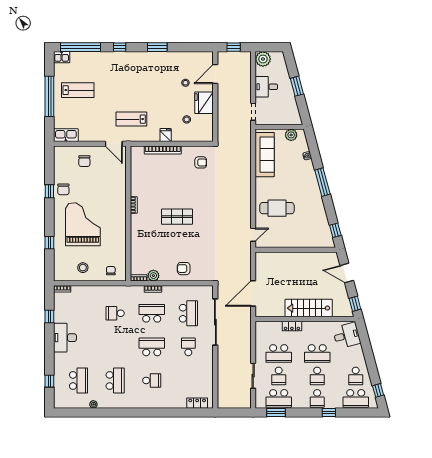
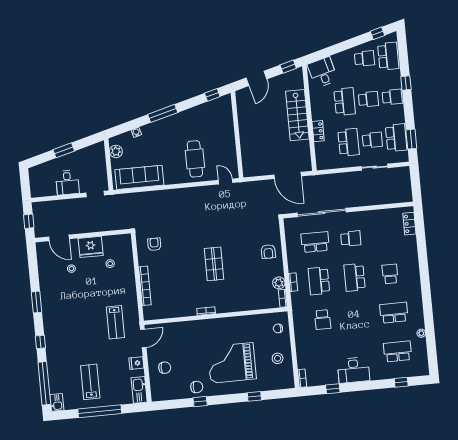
plant: (263, 59) -> (38, 189), removed
fridge: (166, 135) -> (136, 363), moved
school desk: (188, 347) -> (351, 239), turned 180

